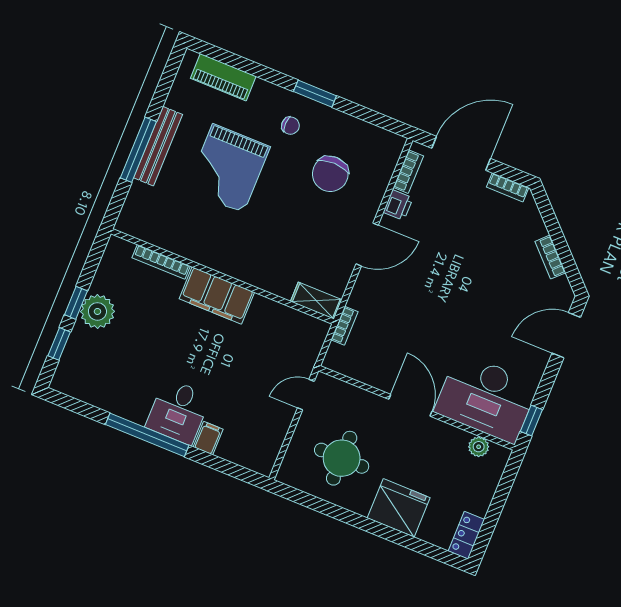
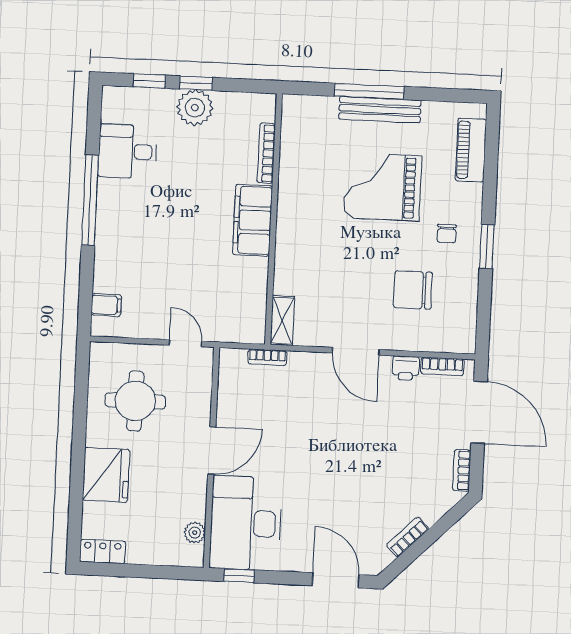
desk: (178, 411) -> (128, 151), moved
filing cabinet: (208, 438) -> (106, 305), moved

